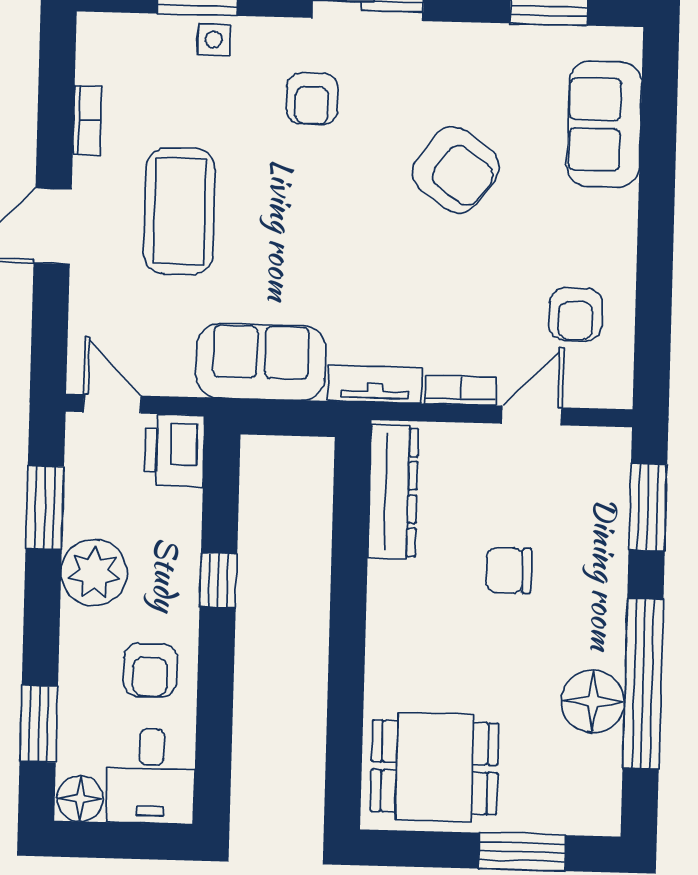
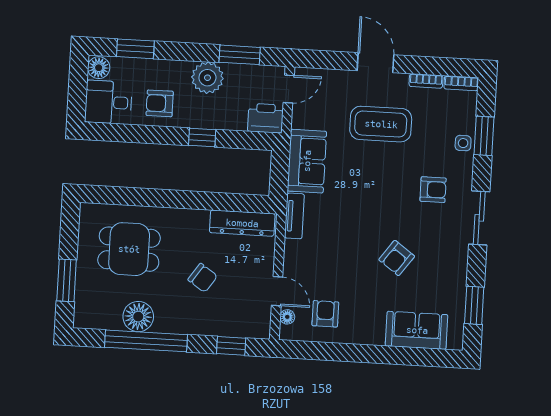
armchair: (312, 99) -> (433, 190), turned 180
armchair: (456, 170) -> (397, 258), width x0.72, depth x0.72
armchair: (576, 314) -> (325, 314), turned 90
bookcase: (461, 390) -> (461, 83), moved, turned 90
floor lamp: (584, 393) -> (287, 317), added
window: (648, 507) -> (231, 346), width x0.67
chair: (509, 570) -> (203, 278), turned 124
dining table: (435, 767) -> (129, 249), moved, turned 90

